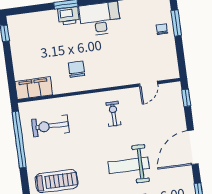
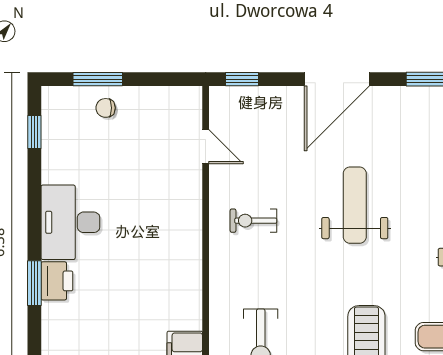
chair: (76, 69) -> (160, 279), removed
door: (193, 147) -> (337, 79), hinge flipped
weight bench: (129, 165) -> (355, 205), turned 180

